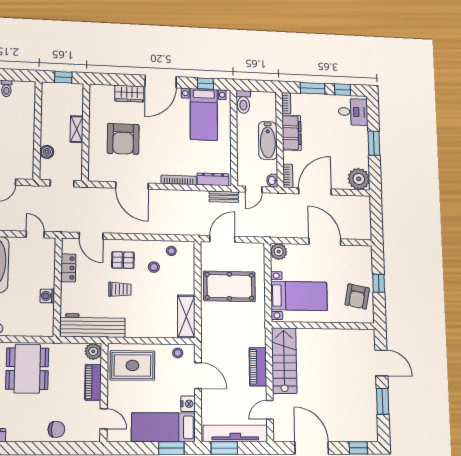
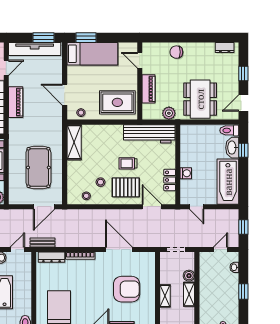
shelving: (47, 130) -> (189, 294), added
armchair: (123, 139) -> (127, 289), turned 90
pallet: (123, 260) -> (126, 187), width x1.50, depth x1.42
pool table: (229, 286) -> (38, 168), turned 90
washing machine: (47, 296) -> (186, 173), moved
plant: (93, 351) -> (169, 113), moved
nightstand: (188, 404) -> (73, 72), removed

